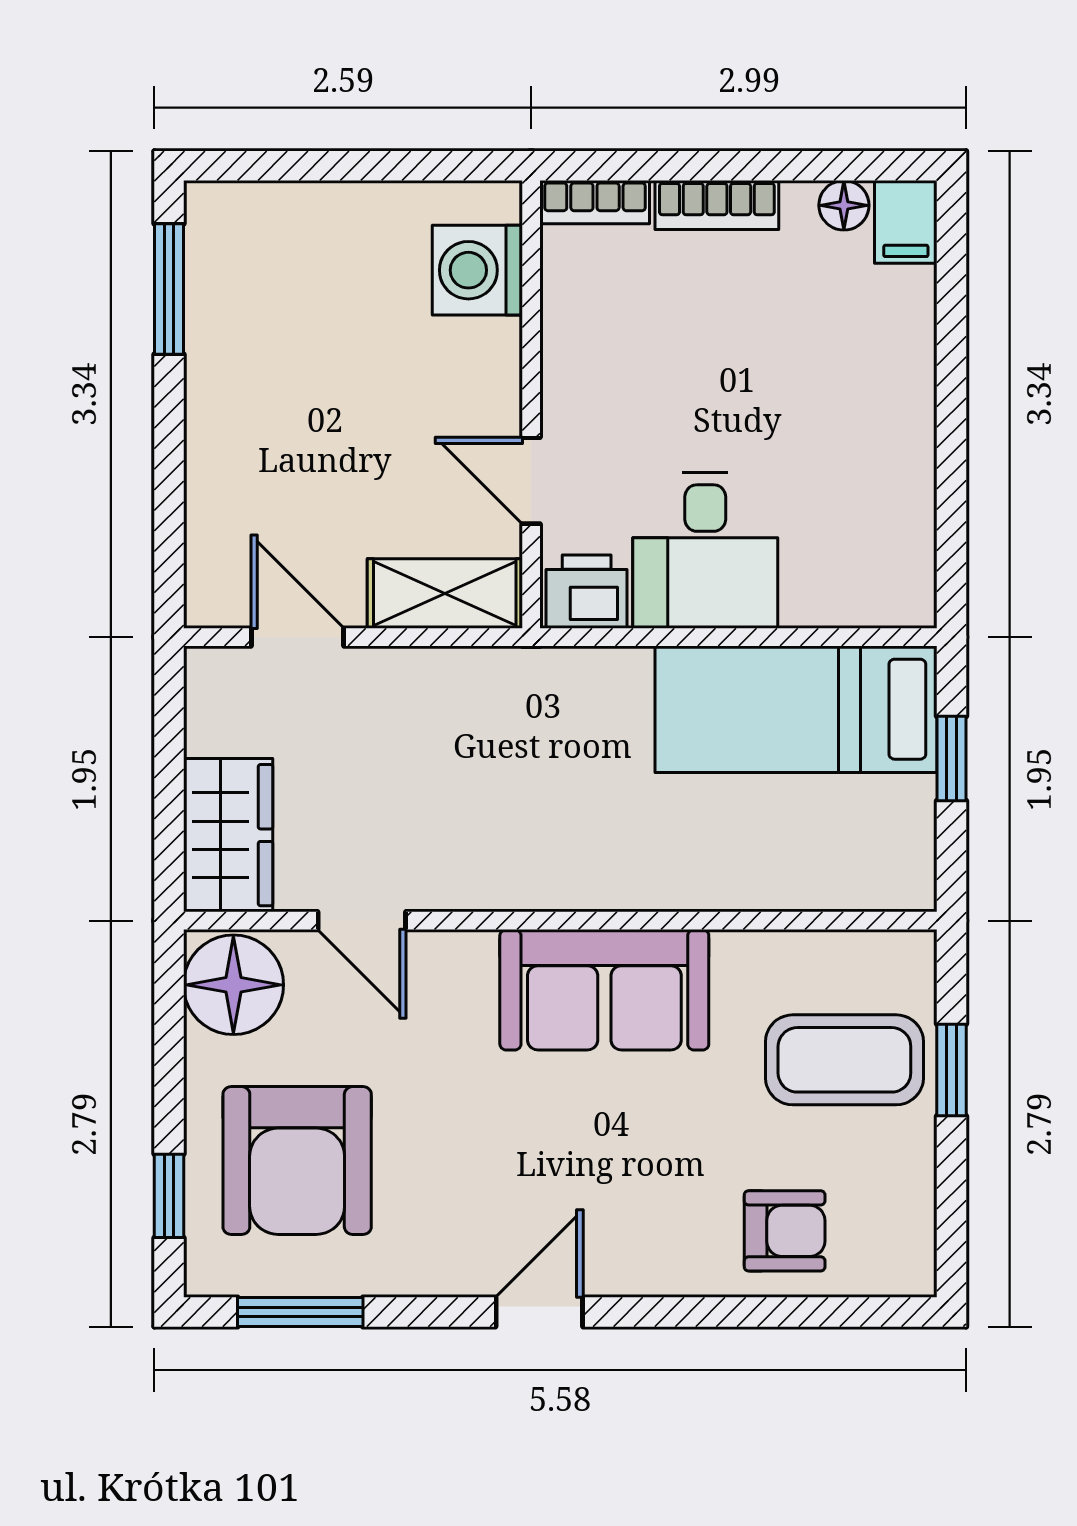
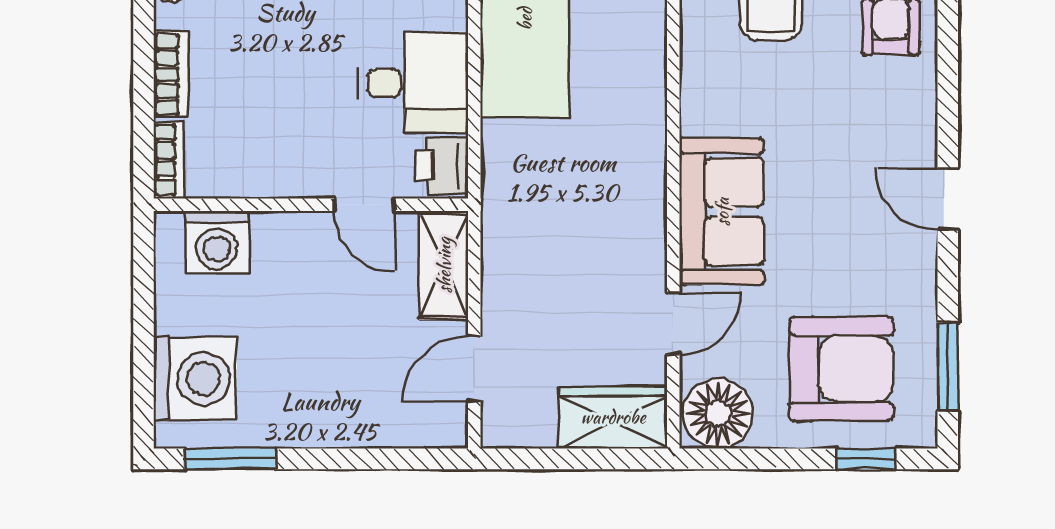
washing machine: (283, 240) -> (195, 379), added
door: (531, 481) -> (364, 205), hinge flipped
sofa: (604, 990) -> (722, 212), moved

